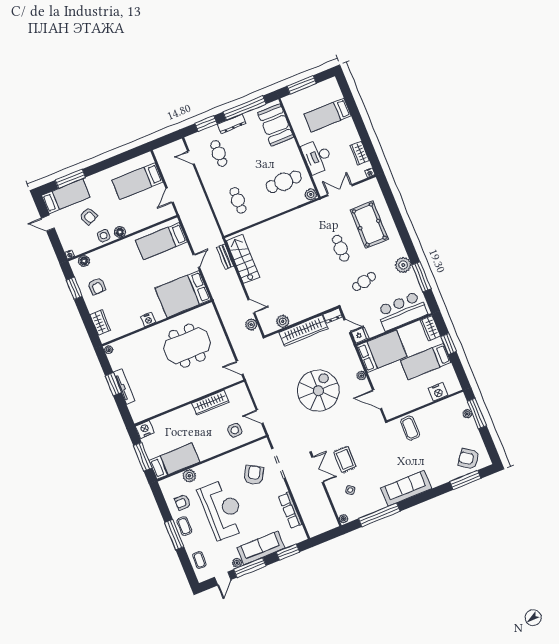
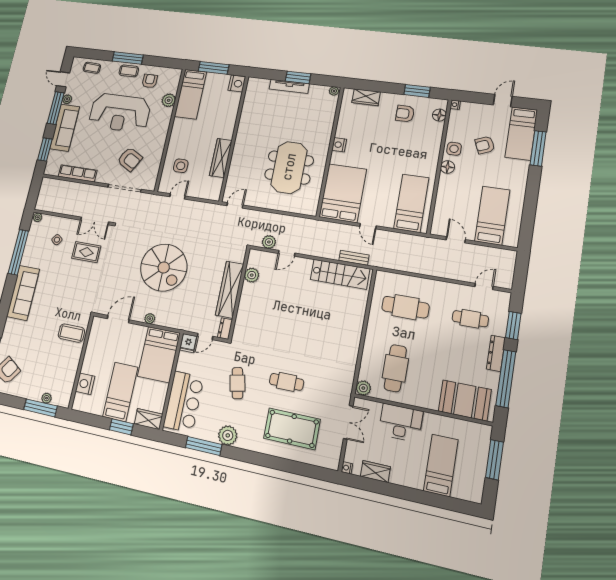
cafe table: (238, 200) -> (405, 307), width x1.37, depth x1.35

